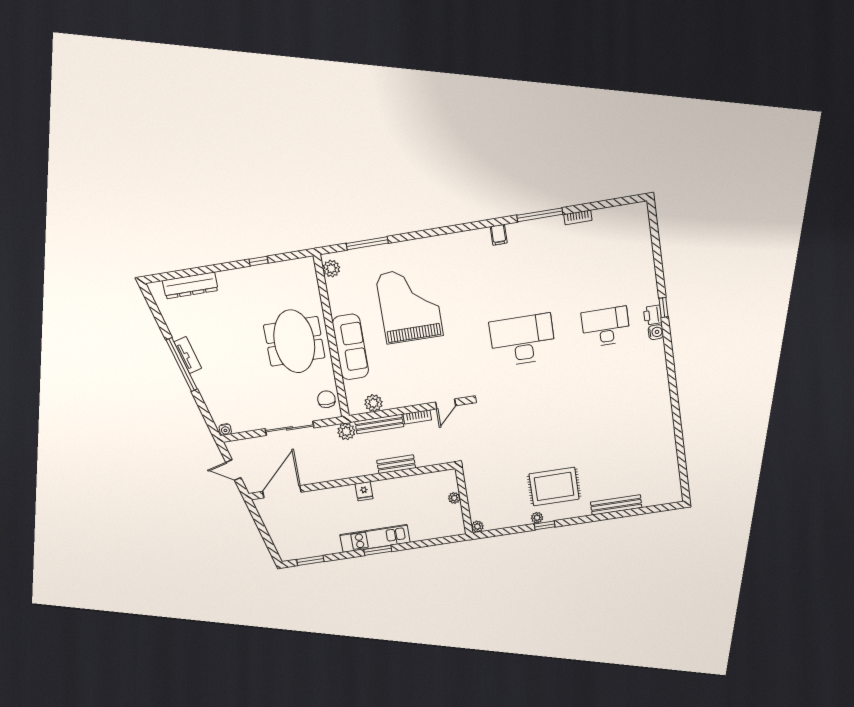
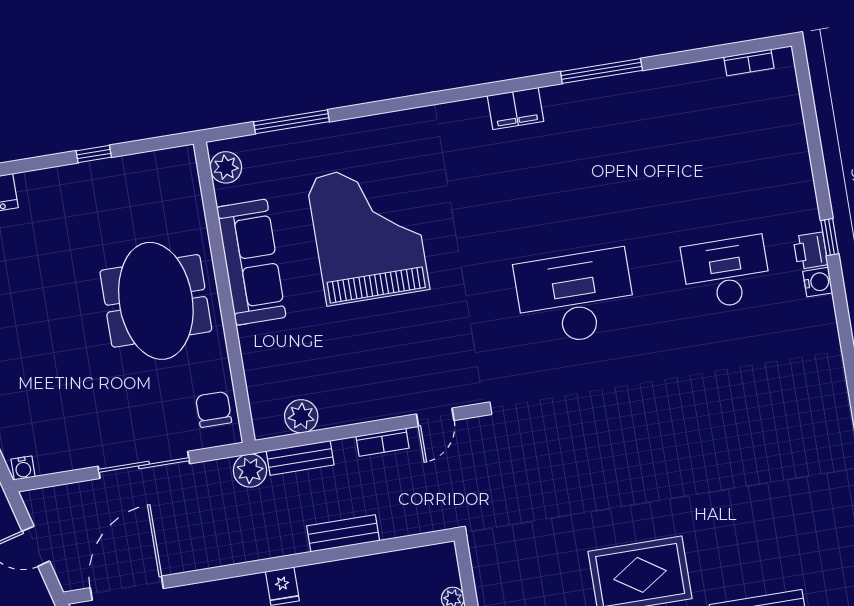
bookcase: (578, 217) -> (749, 63), moved
filing cabinet: (499, 235) -> (516, 108), width x2.00
sofa: (350, 347) -> (251, 262), moved
bench: (379, 424) -> (300, 458), width x0.73

